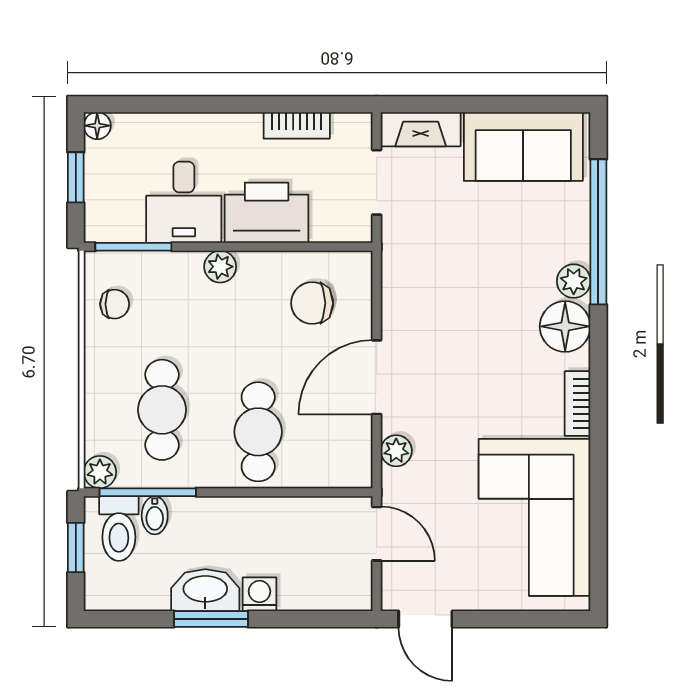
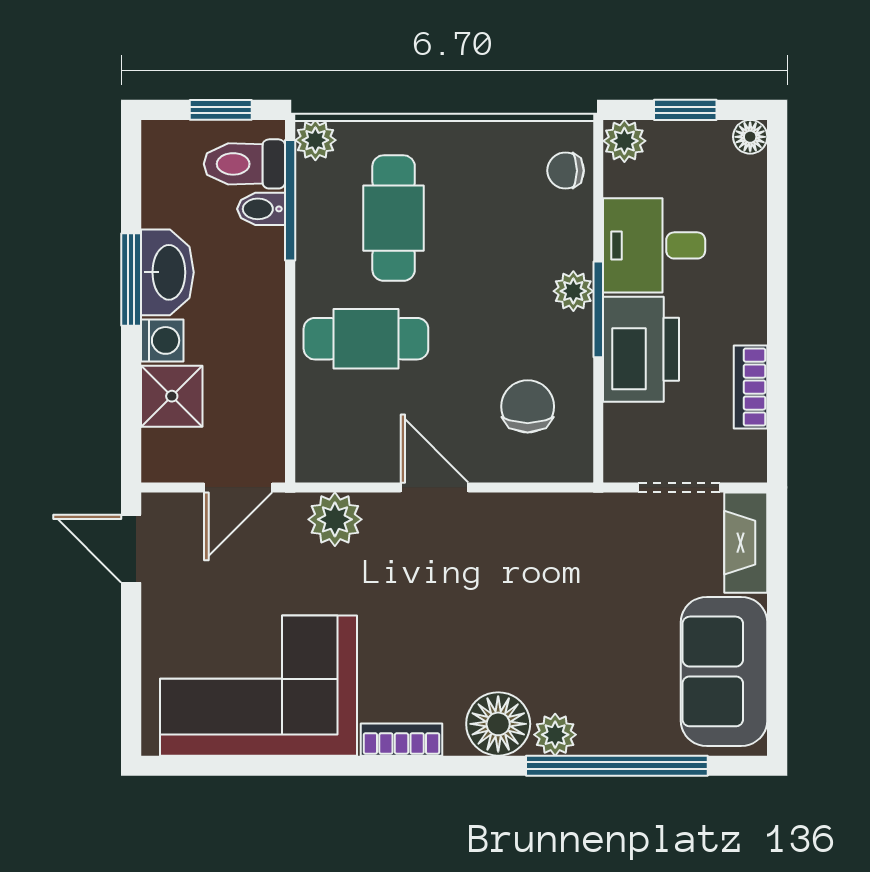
plant: (101, 226) -> (624, 141), added
window: (133, 247) -> (598, 309), moved
chair: (115, 304) -> (566, 171), moved, turned 90
door: (377, 377) -> (435, 487), width x0.73
cafe table: (162, 410) -> (394, 218), turned 90
plant: (396, 451) -> (335, 519), width x1.38, depth x1.38
shower: (304, 587) -> (172, 396), added
door: (425, 619) -> (131, 549), hinge flipped

